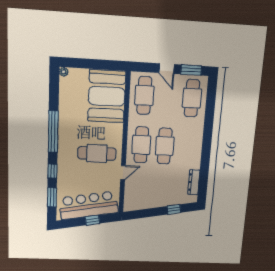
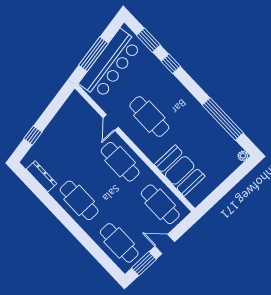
booth: (107, 96) -> (180, 170), width x0.73, depth x0.70
window: (53, 132) -> (223, 119), moved
cafe table: (165, 146) -> (79, 200), moved
cafe table: (97, 153) -> (149, 117), turned 90
window: (92, 220) -> (93, 54), width x2.17

